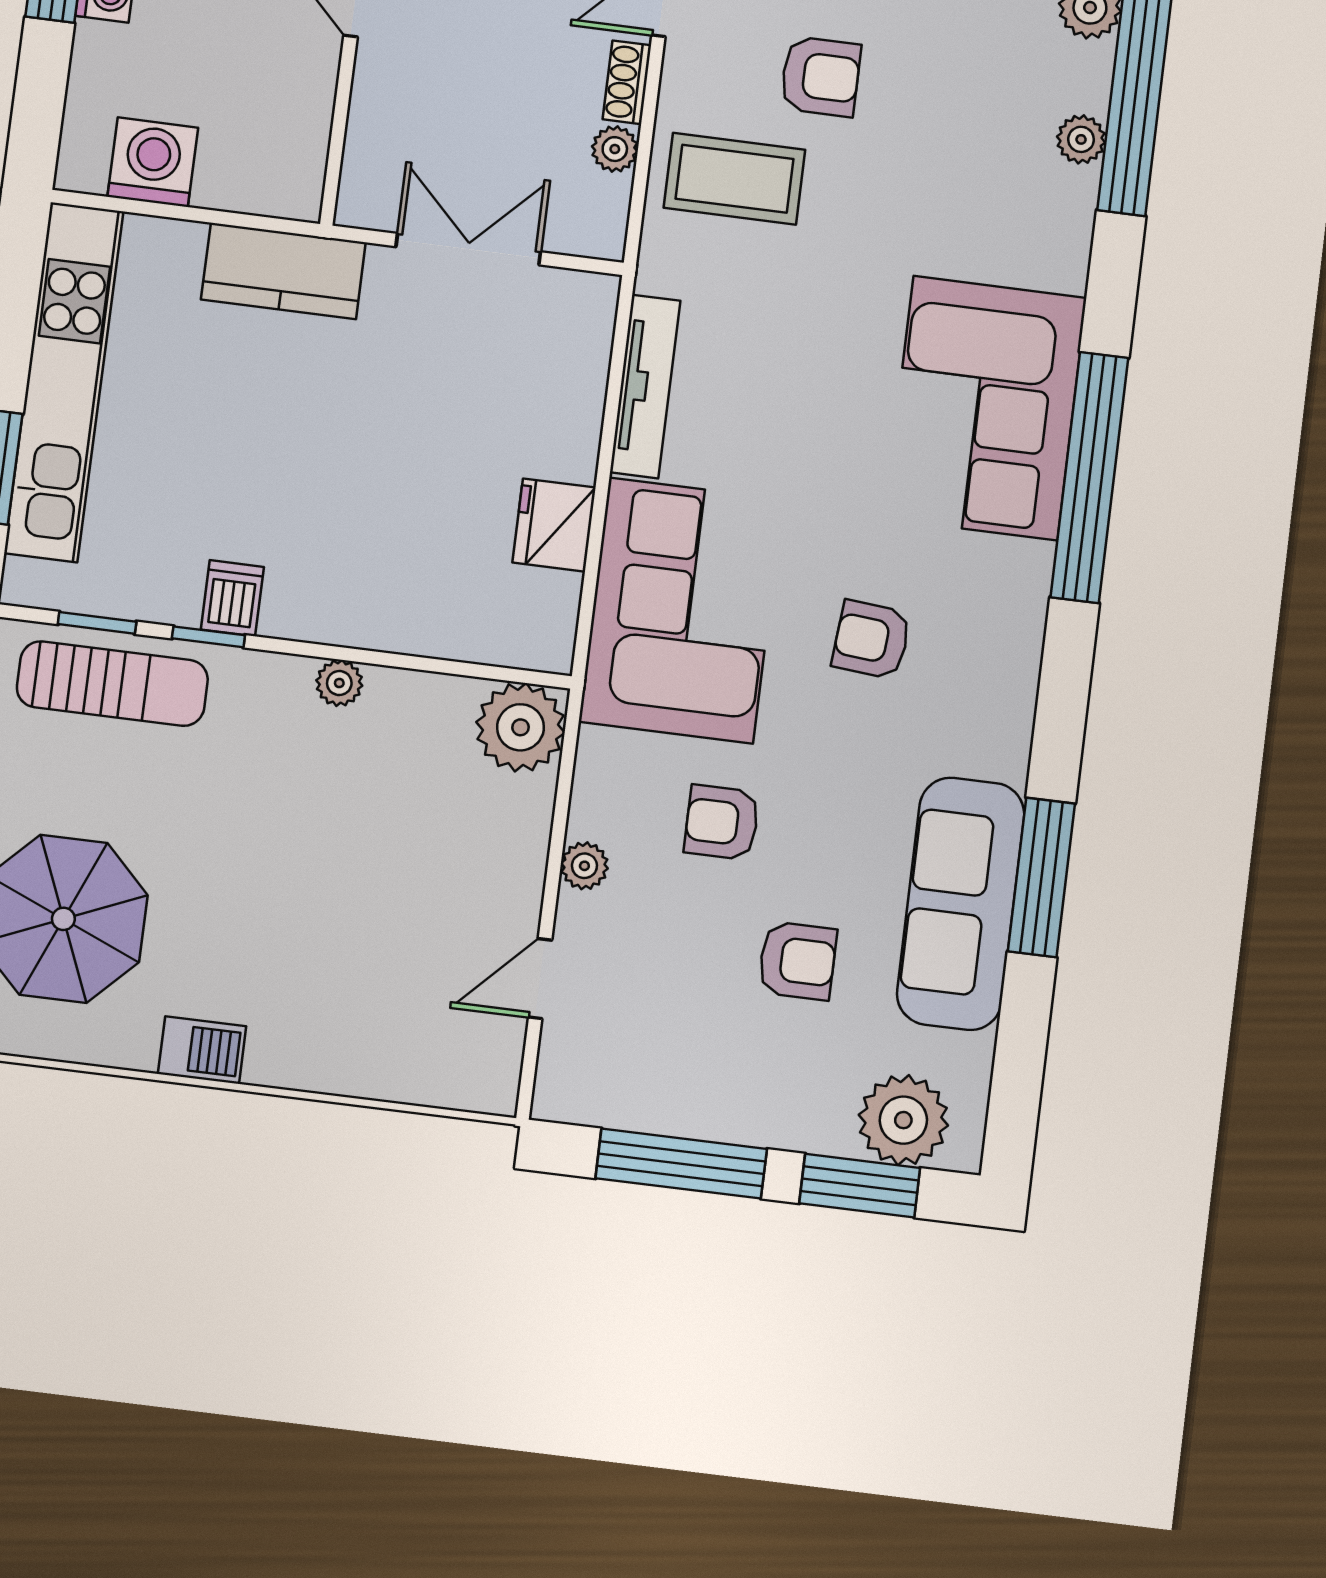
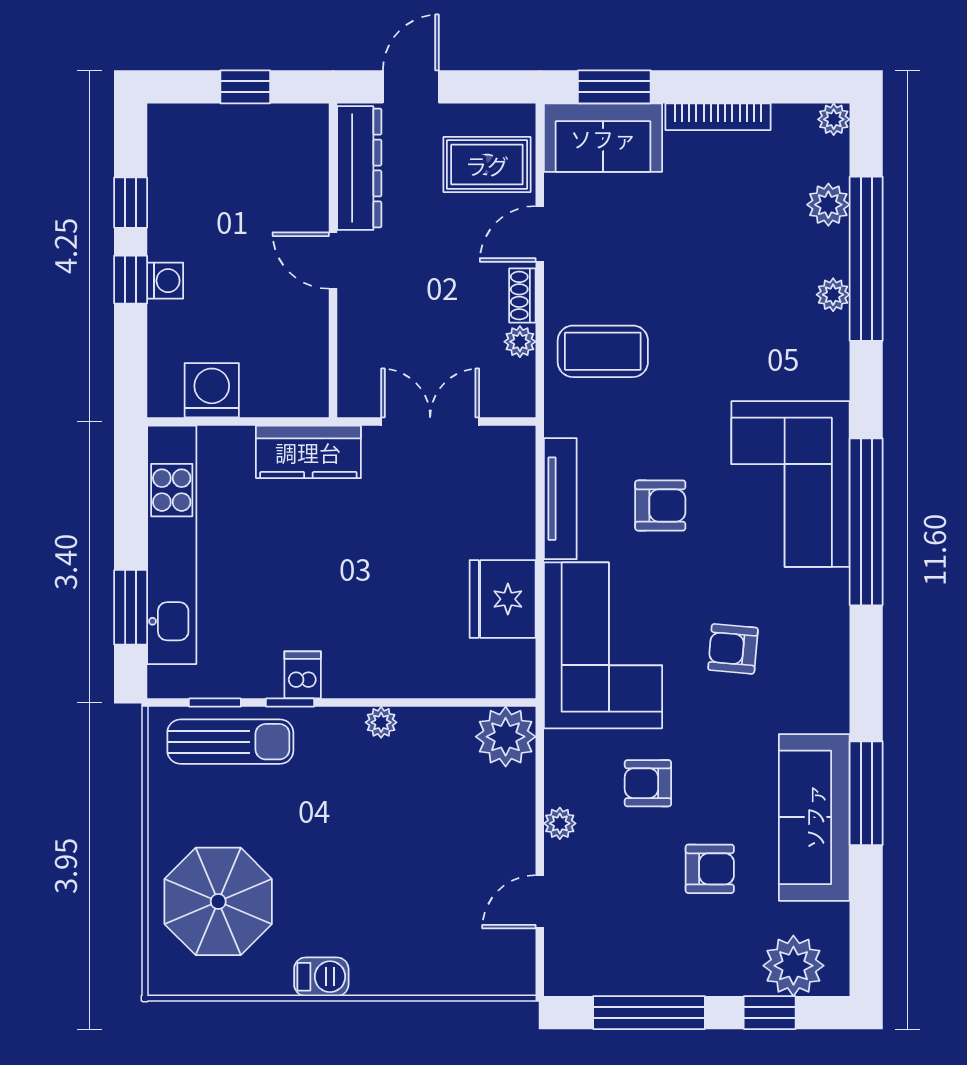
armchair: (820, 76) -> (660, 505), moved
fridge: (554, 525) -> (503, 599), width x1.36, depth x1.34
window: (860, 1186) -> (770, 1013), width x0.67

